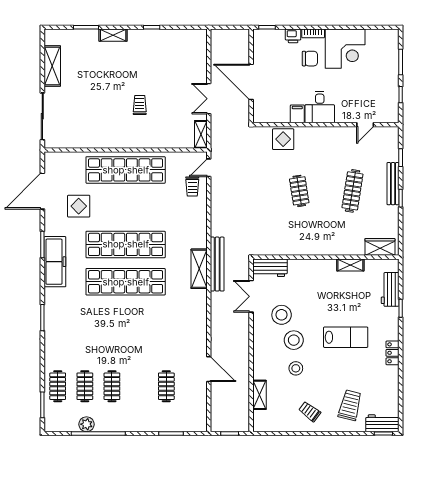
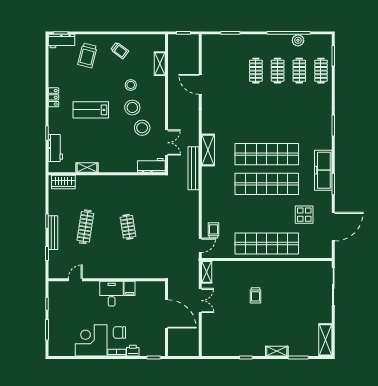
shelving: (52, 66) -> (325, 340), moved
display table: (283, 139) -> (141, 268), removed
shelving: (199, 269) -> (208, 150), moved
clothes rail: (166, 386) -> (256, 71), moved

